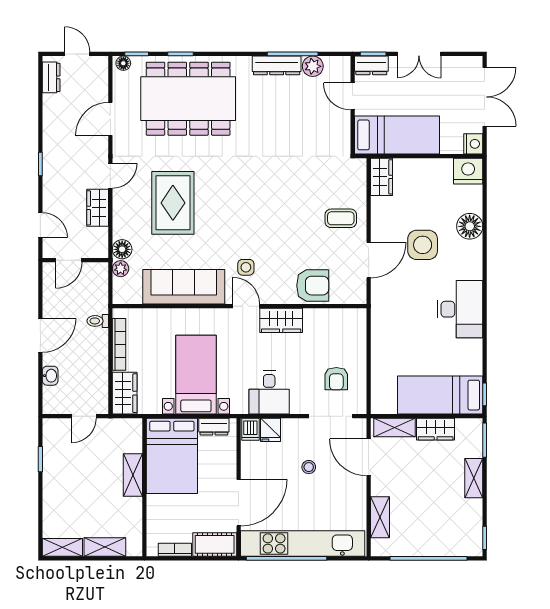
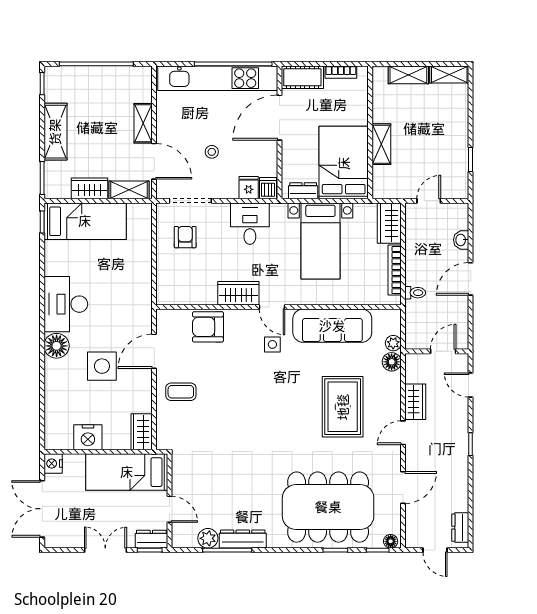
nightstand: (468, 171) -> (88, 437), moved
floor lamp: (470, 226) -> (57, 346), moved
shelving: (474, 478) -> (55, 132), width x1.50, depth x1.33
shelving: (380, 517) -> (143, 123), moved

